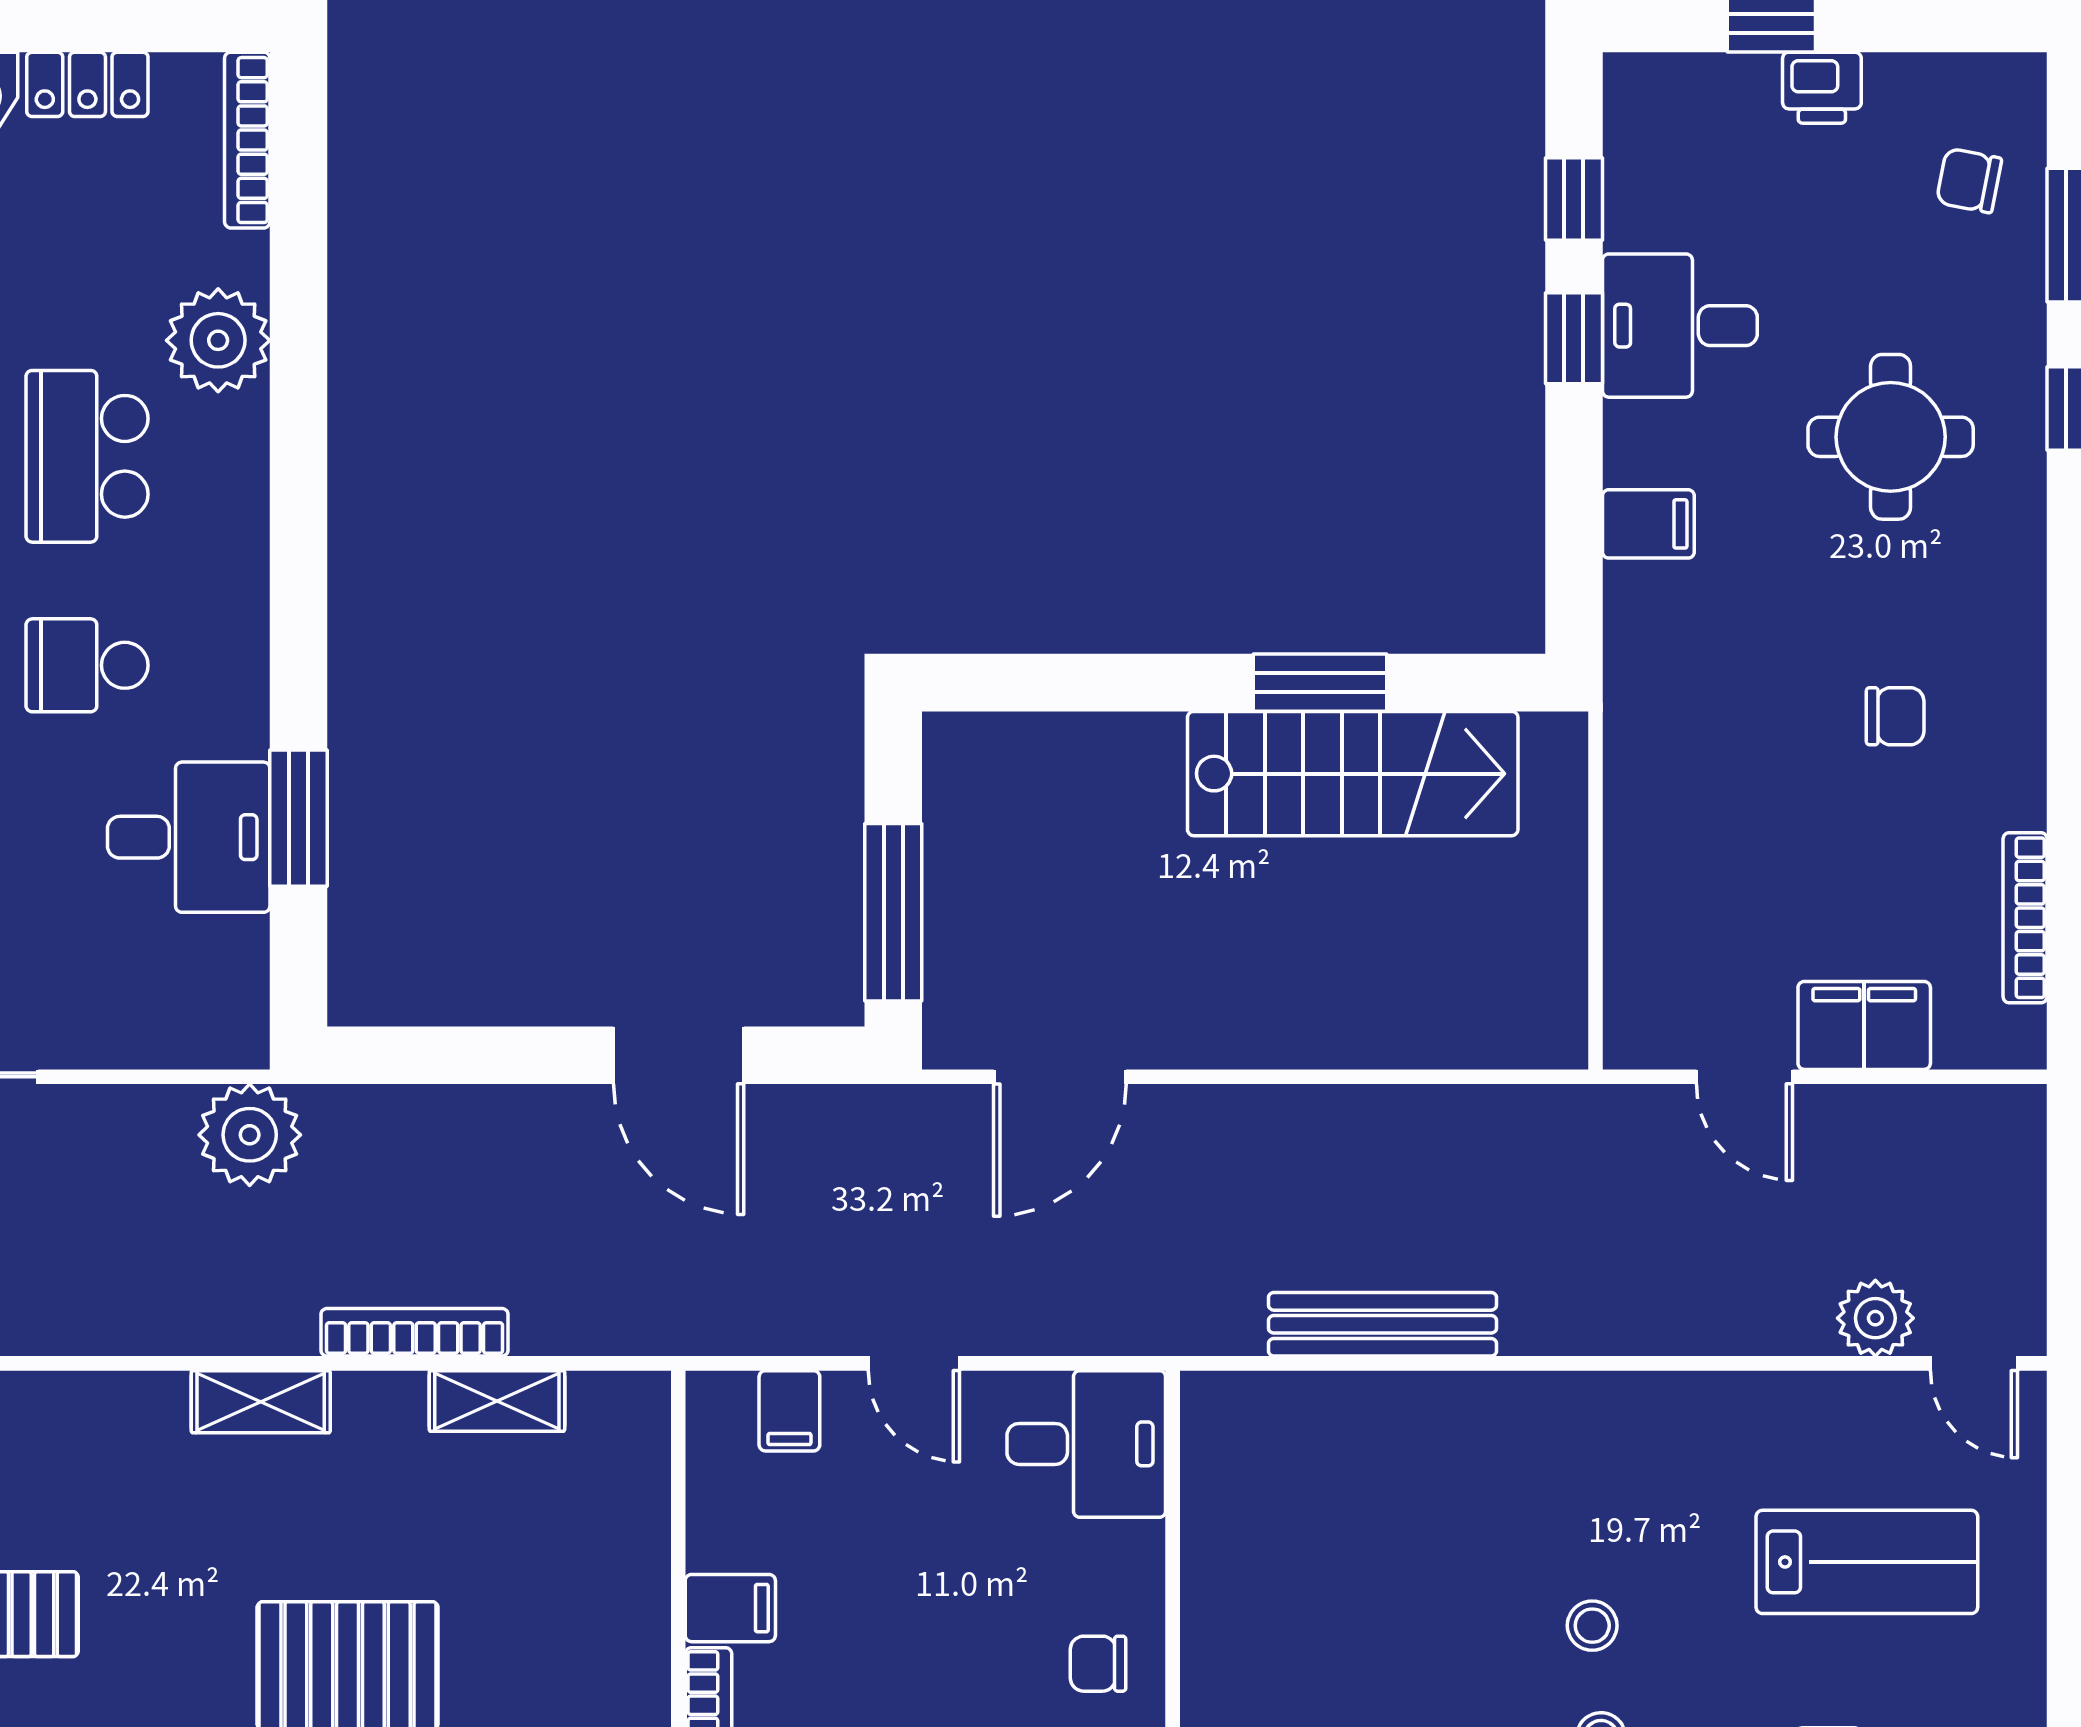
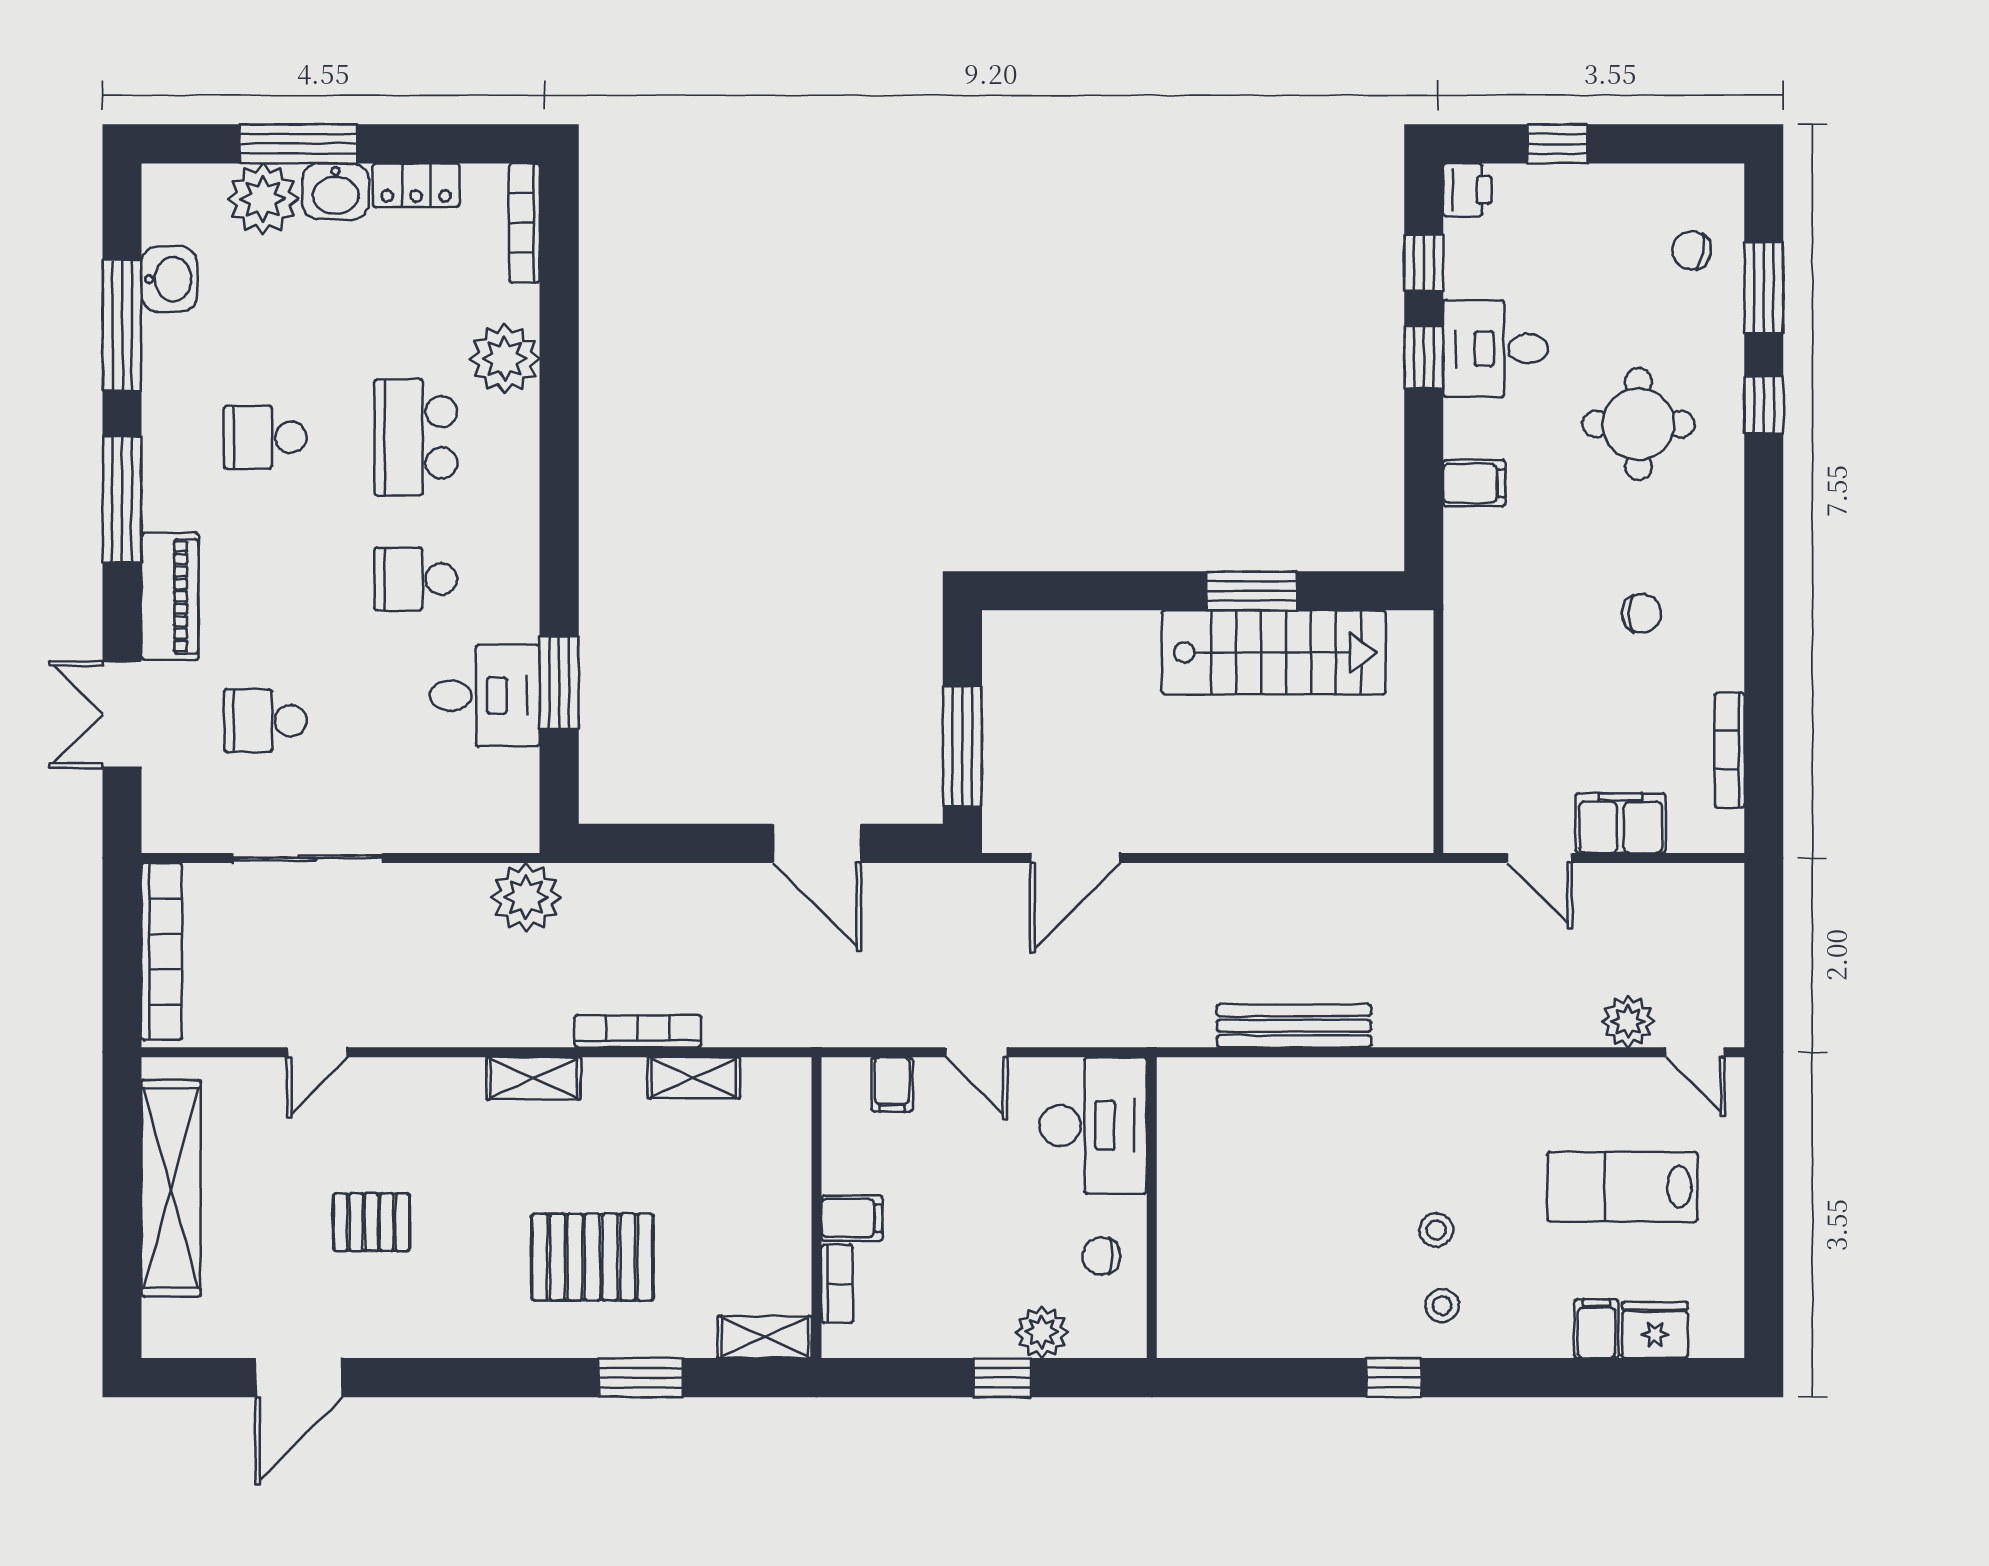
printer: (1822, 88) -> (1467, 190), moved, turned -90
desk: (1086, 1444) -> (1093, 1125), width x1.37
lab bench: (1867, 1562) -> (1622, 1187), turned 180

